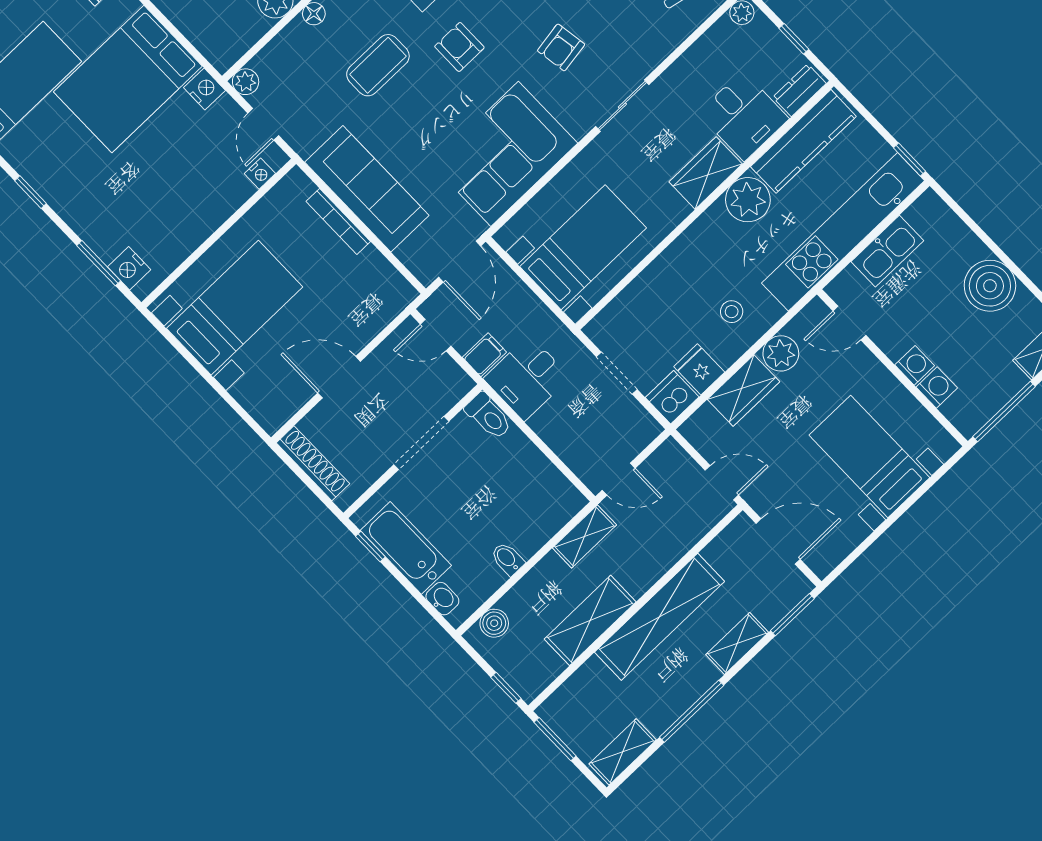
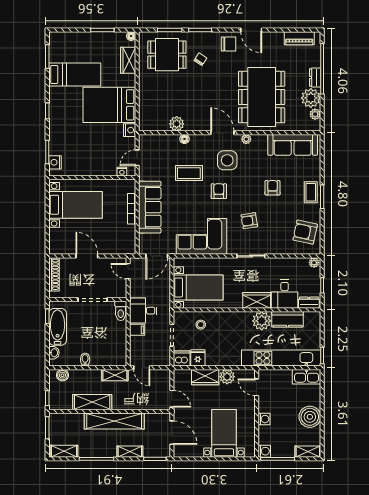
plant: (246, 82) -> (144, 140), removed
kitchen counter: (803, 141) -> (288, 319), width x0.67
kitchen sink: (887, 251) -> (307, 377), moved
stool: (732, 312) -> (201, 325), moved
filing cabinet: (484, 355) -> (137, 330), moved
washing machine: (937, 387) -> (264, 451), moved

